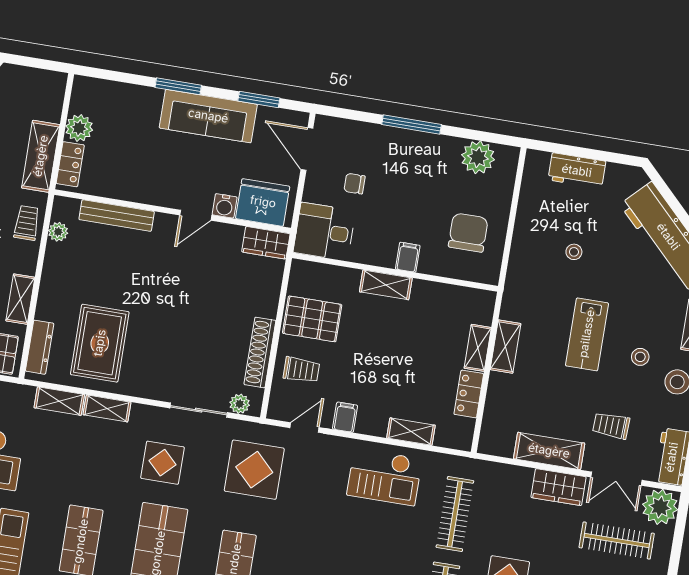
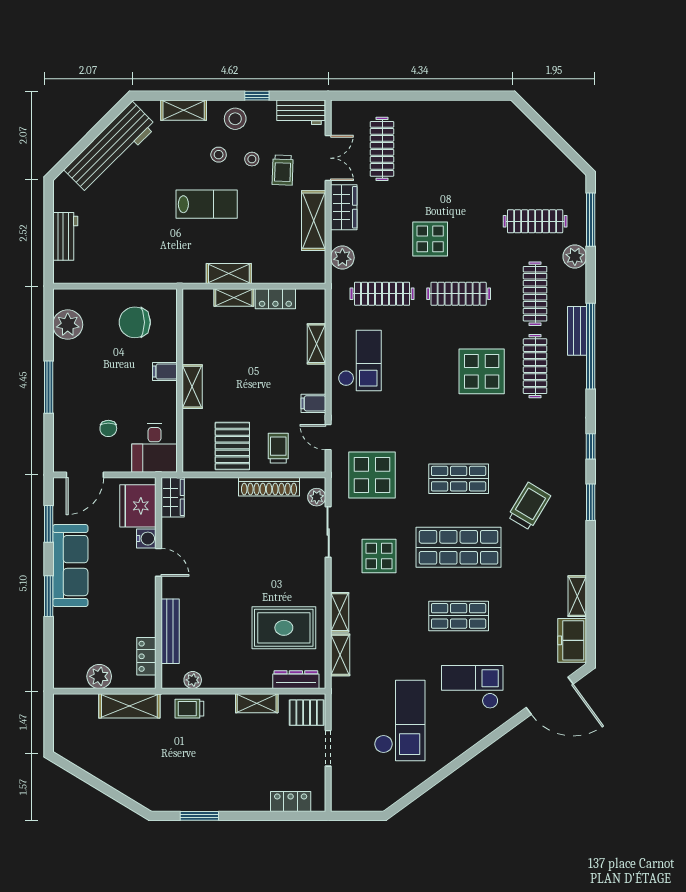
locker: (70, 164) -> (146, 656), moved, turned -90
stool: (574, 252) -> (252, 159), moved
plant: (660, 507) -> (342, 258), moved, width x0.73, depth x0.73

